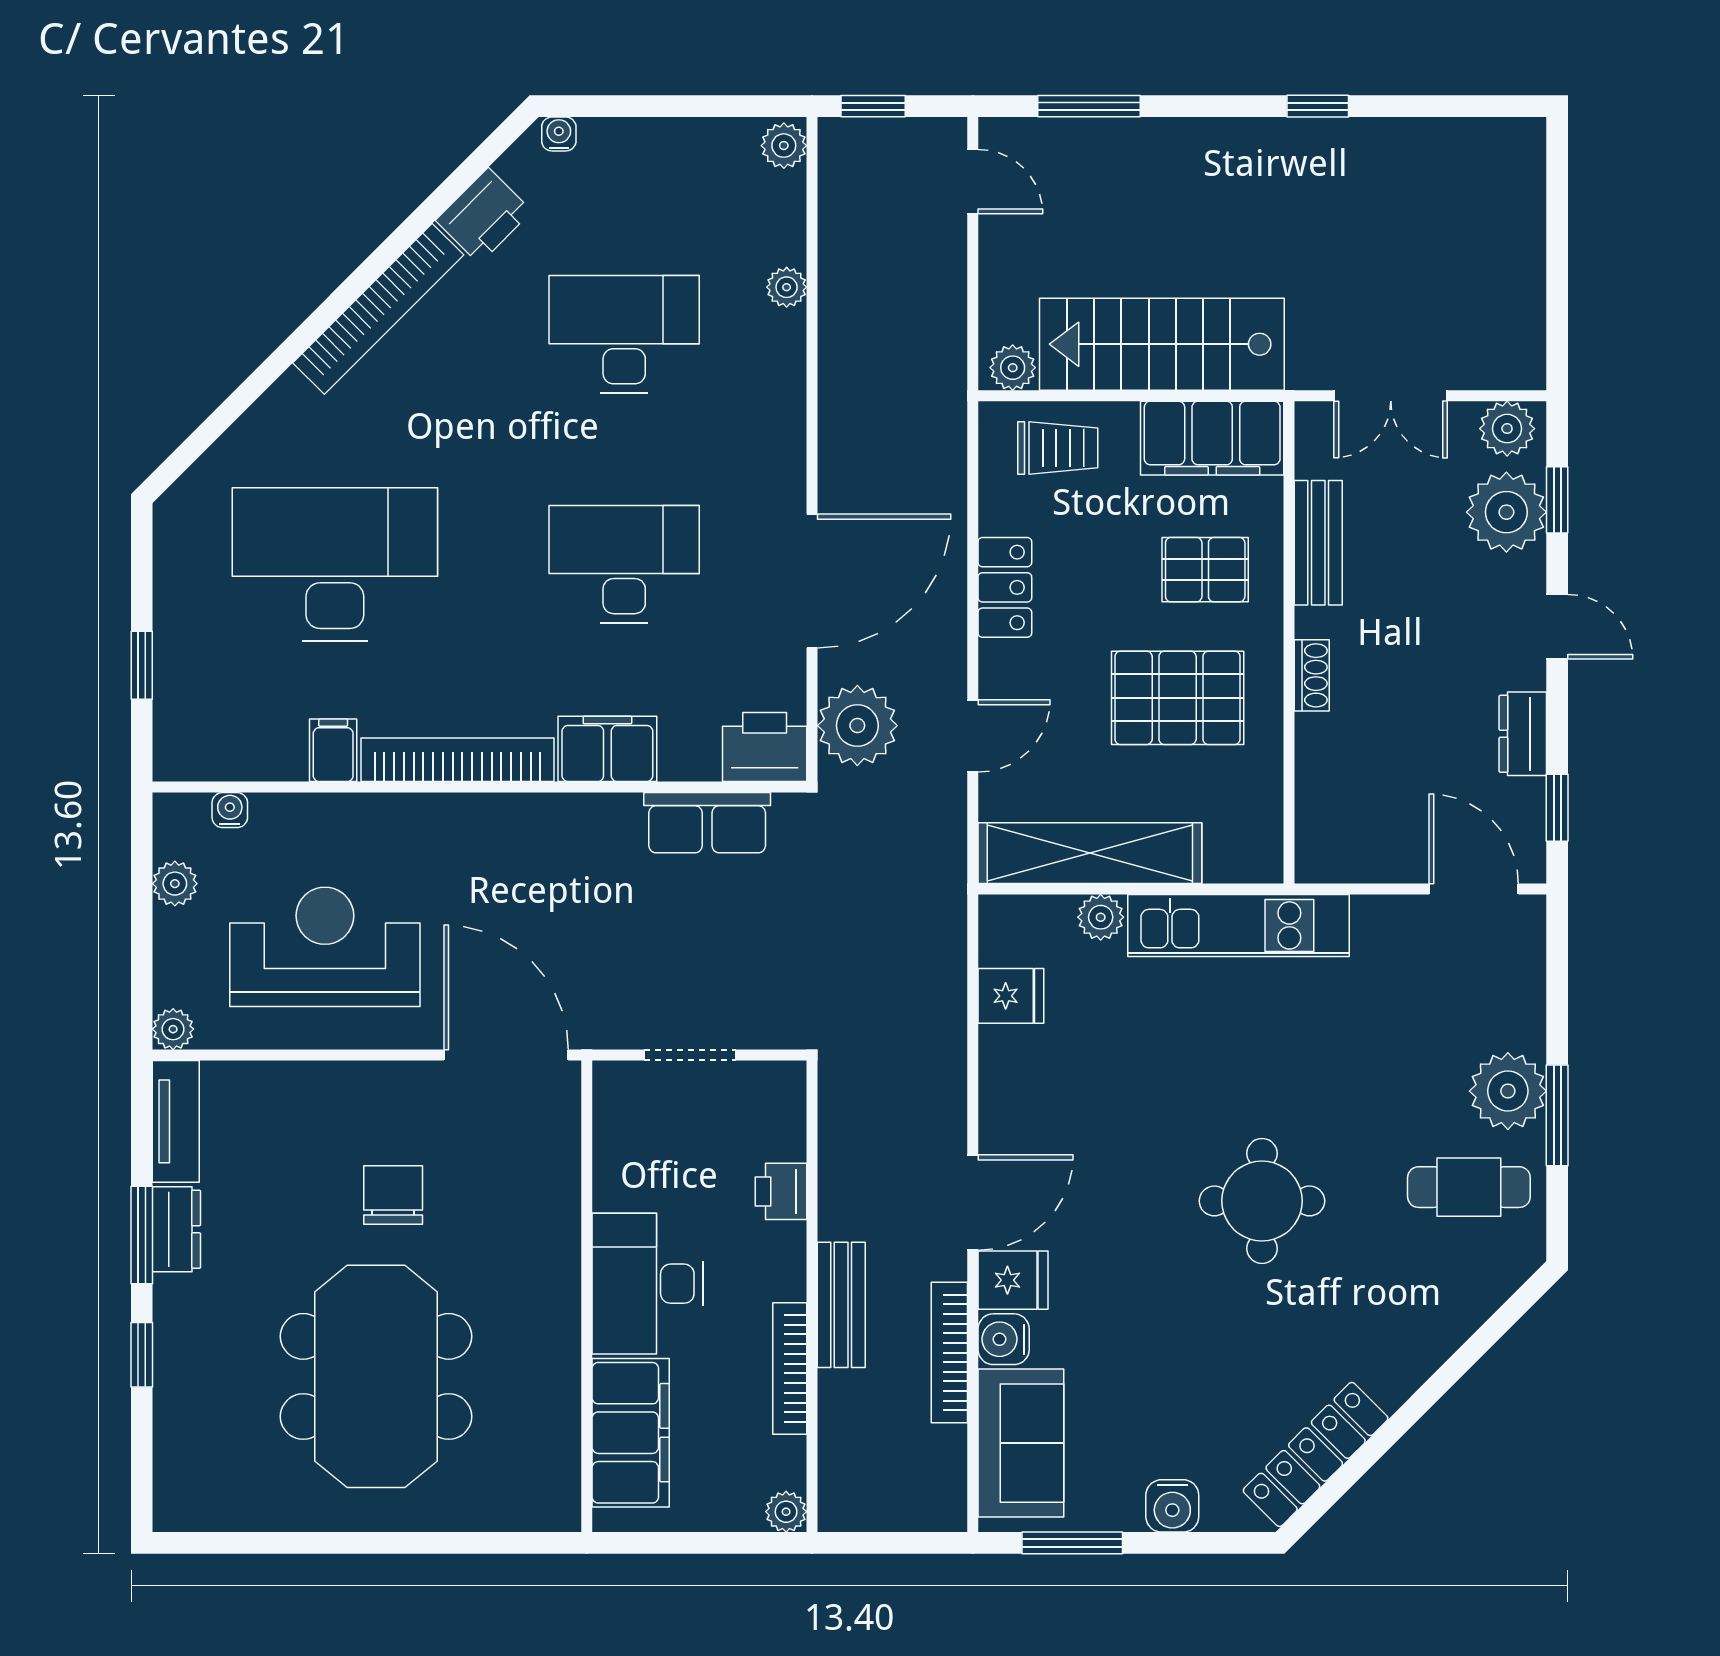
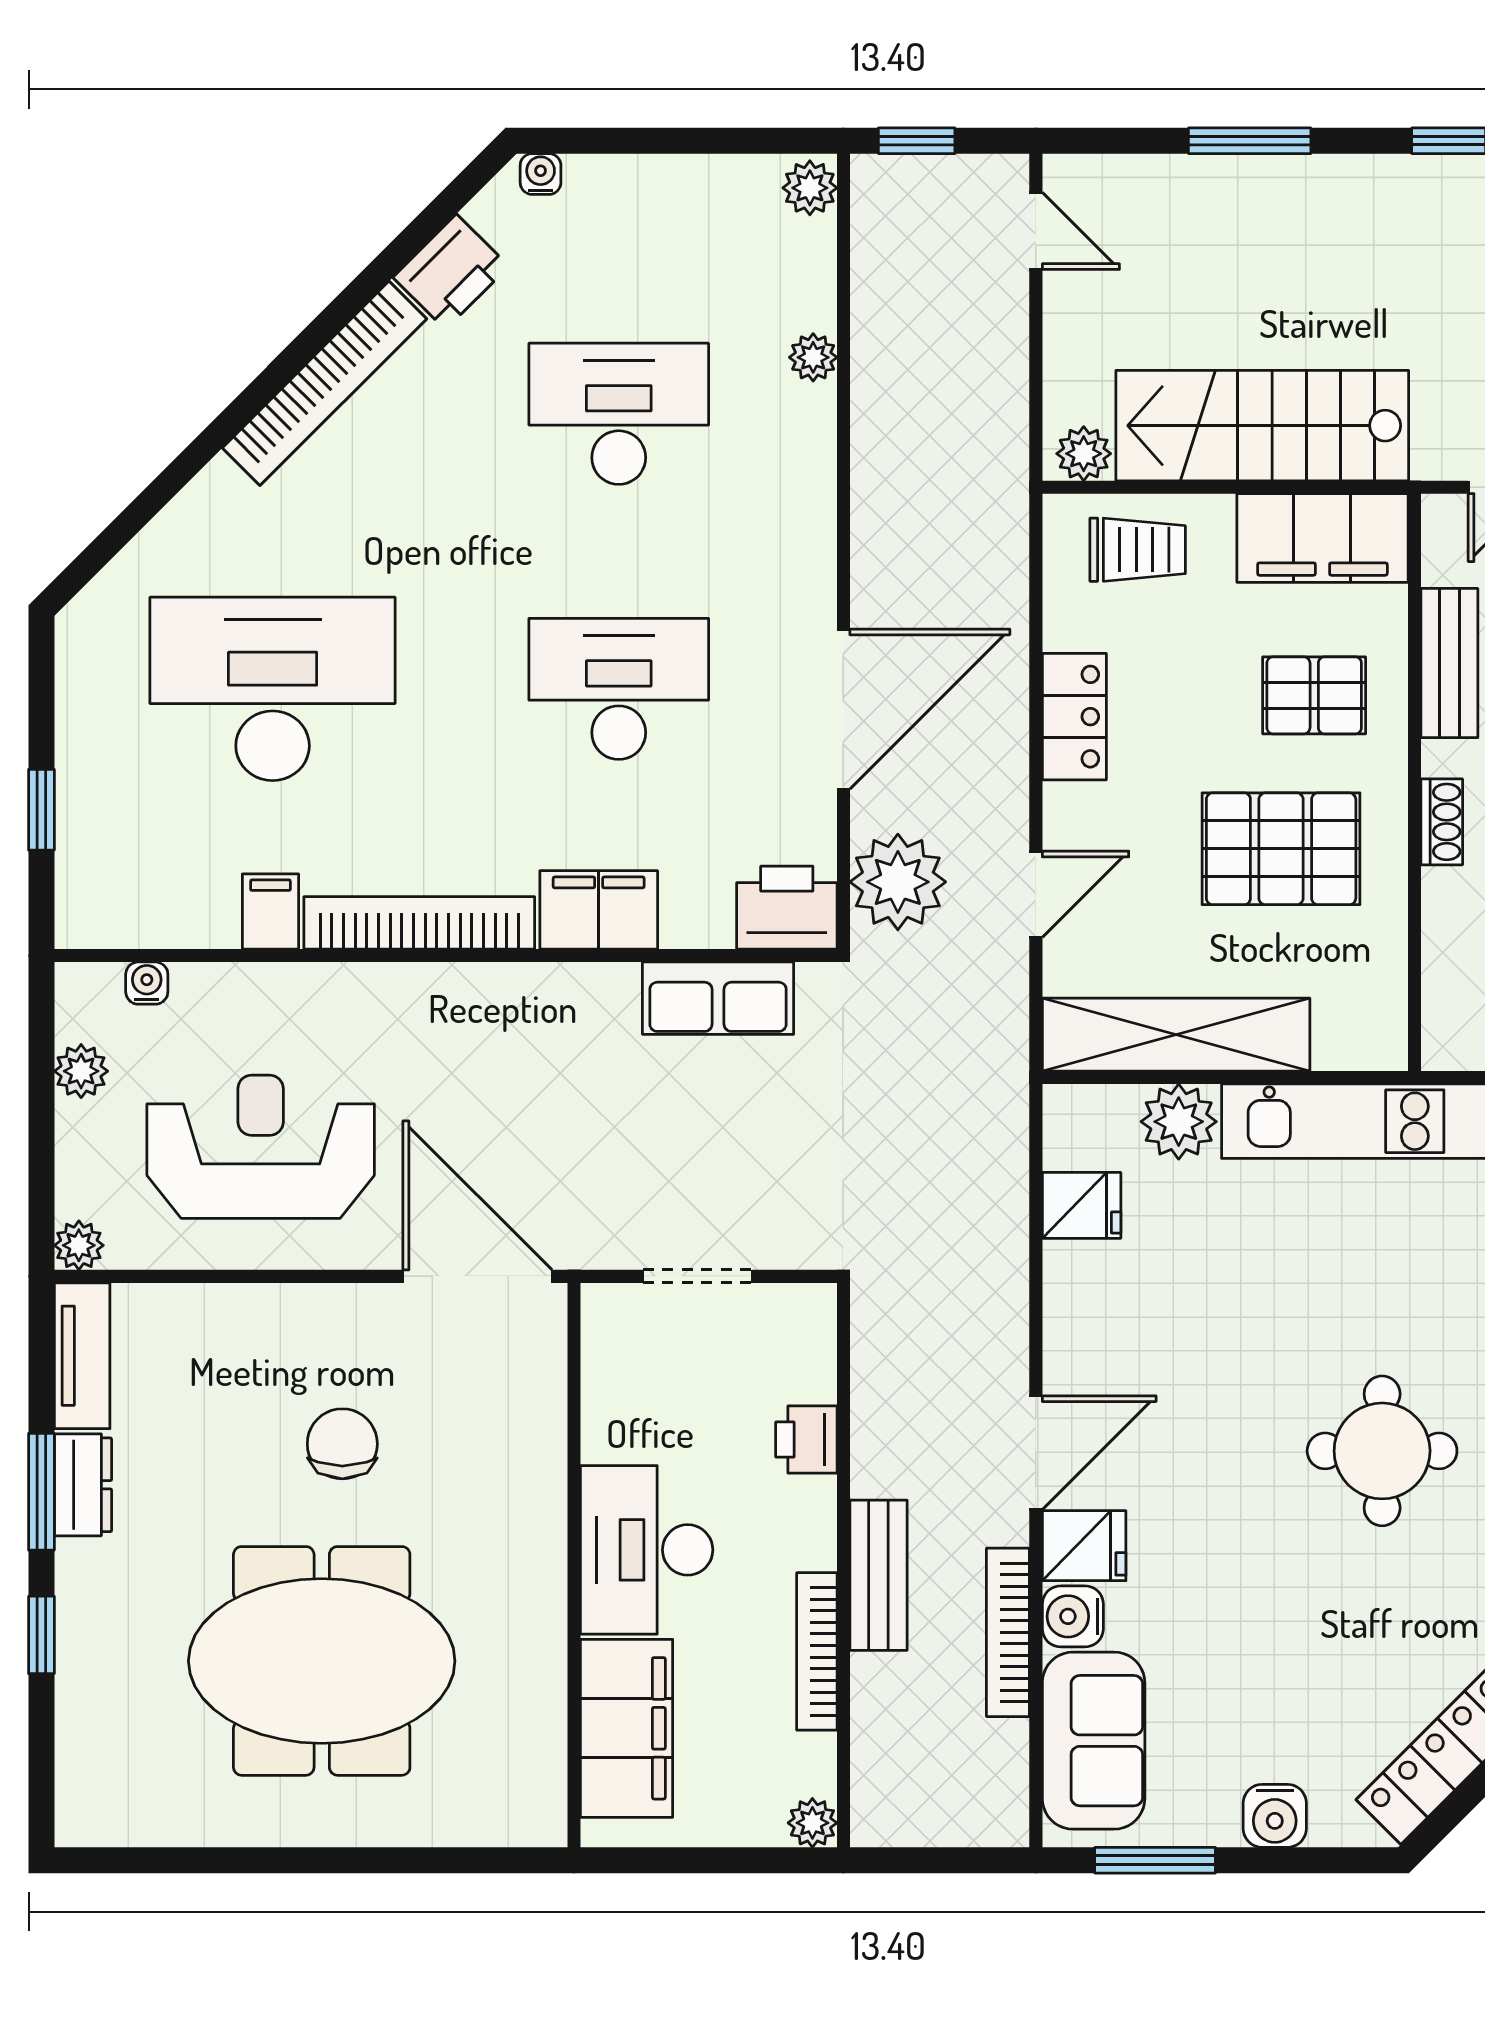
window: (1089, 106) -> (1250, 141), moved
plant: (1101, 917) -> (1179, 1122), width x1.38, depth x1.38
meeting table: (376, 1376) -> (322, 1661), turned 90

